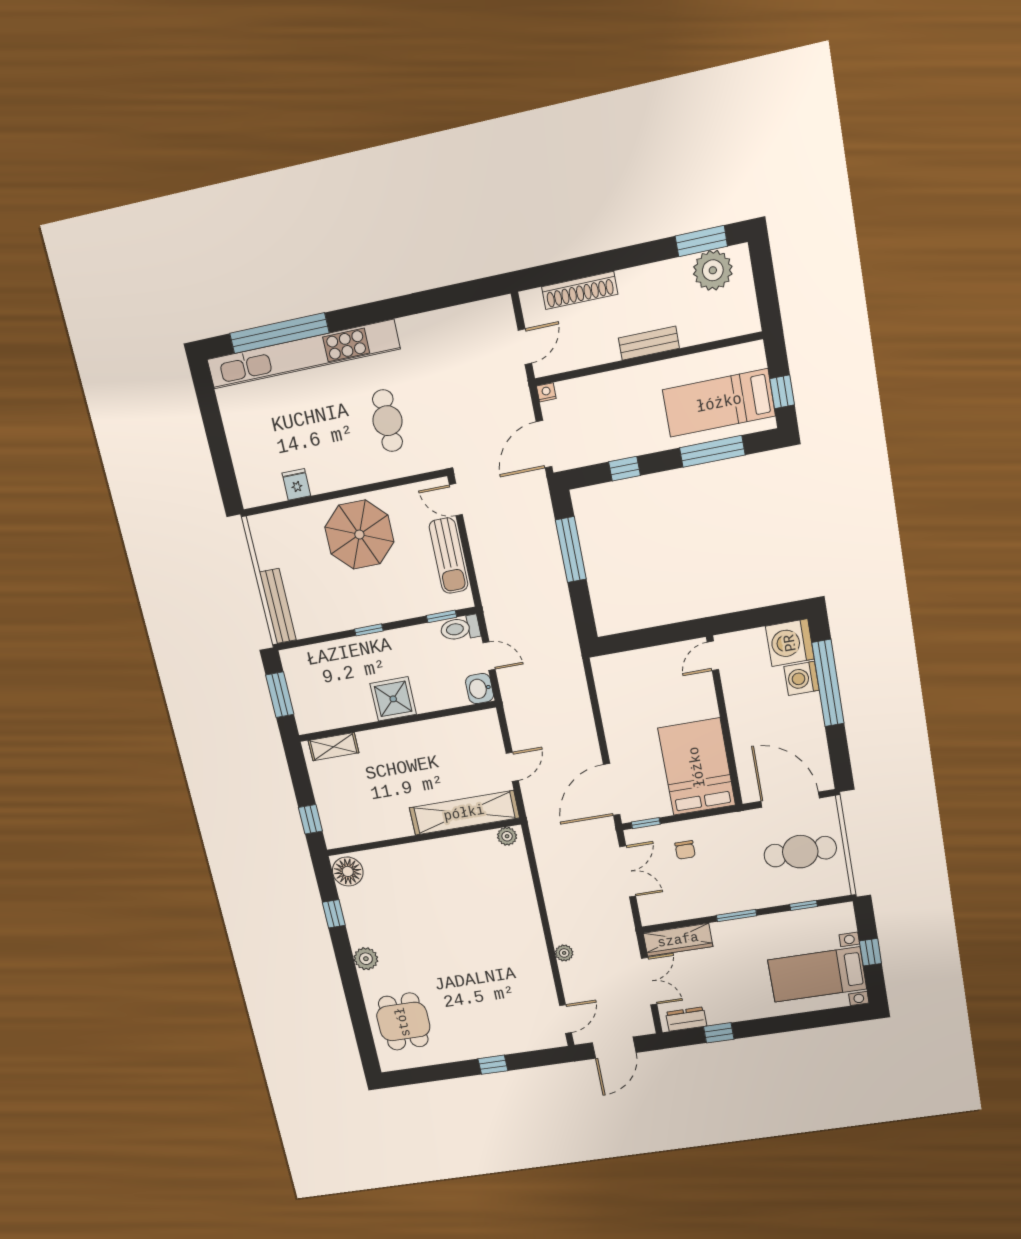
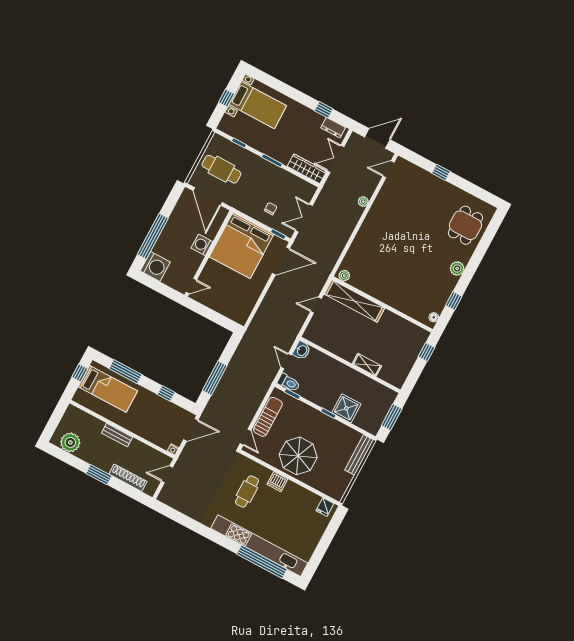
window: (701, 241) -> (99, 475), moved
dishwasher: (357, 472) -> (277, 482), added
fridge: (296, 484) -> (325, 507), moved
washing machine: (802, 678) -> (202, 245), moved, turned 180
shower: (393, 699) -> (346, 408), moved
shelving: (333, 747) -> (367, 365), moved
bed: (697, 767) -> (242, 245), width x1.36
floor lamp: (348, 871) -> (434, 317), width x0.53, depth x0.53

